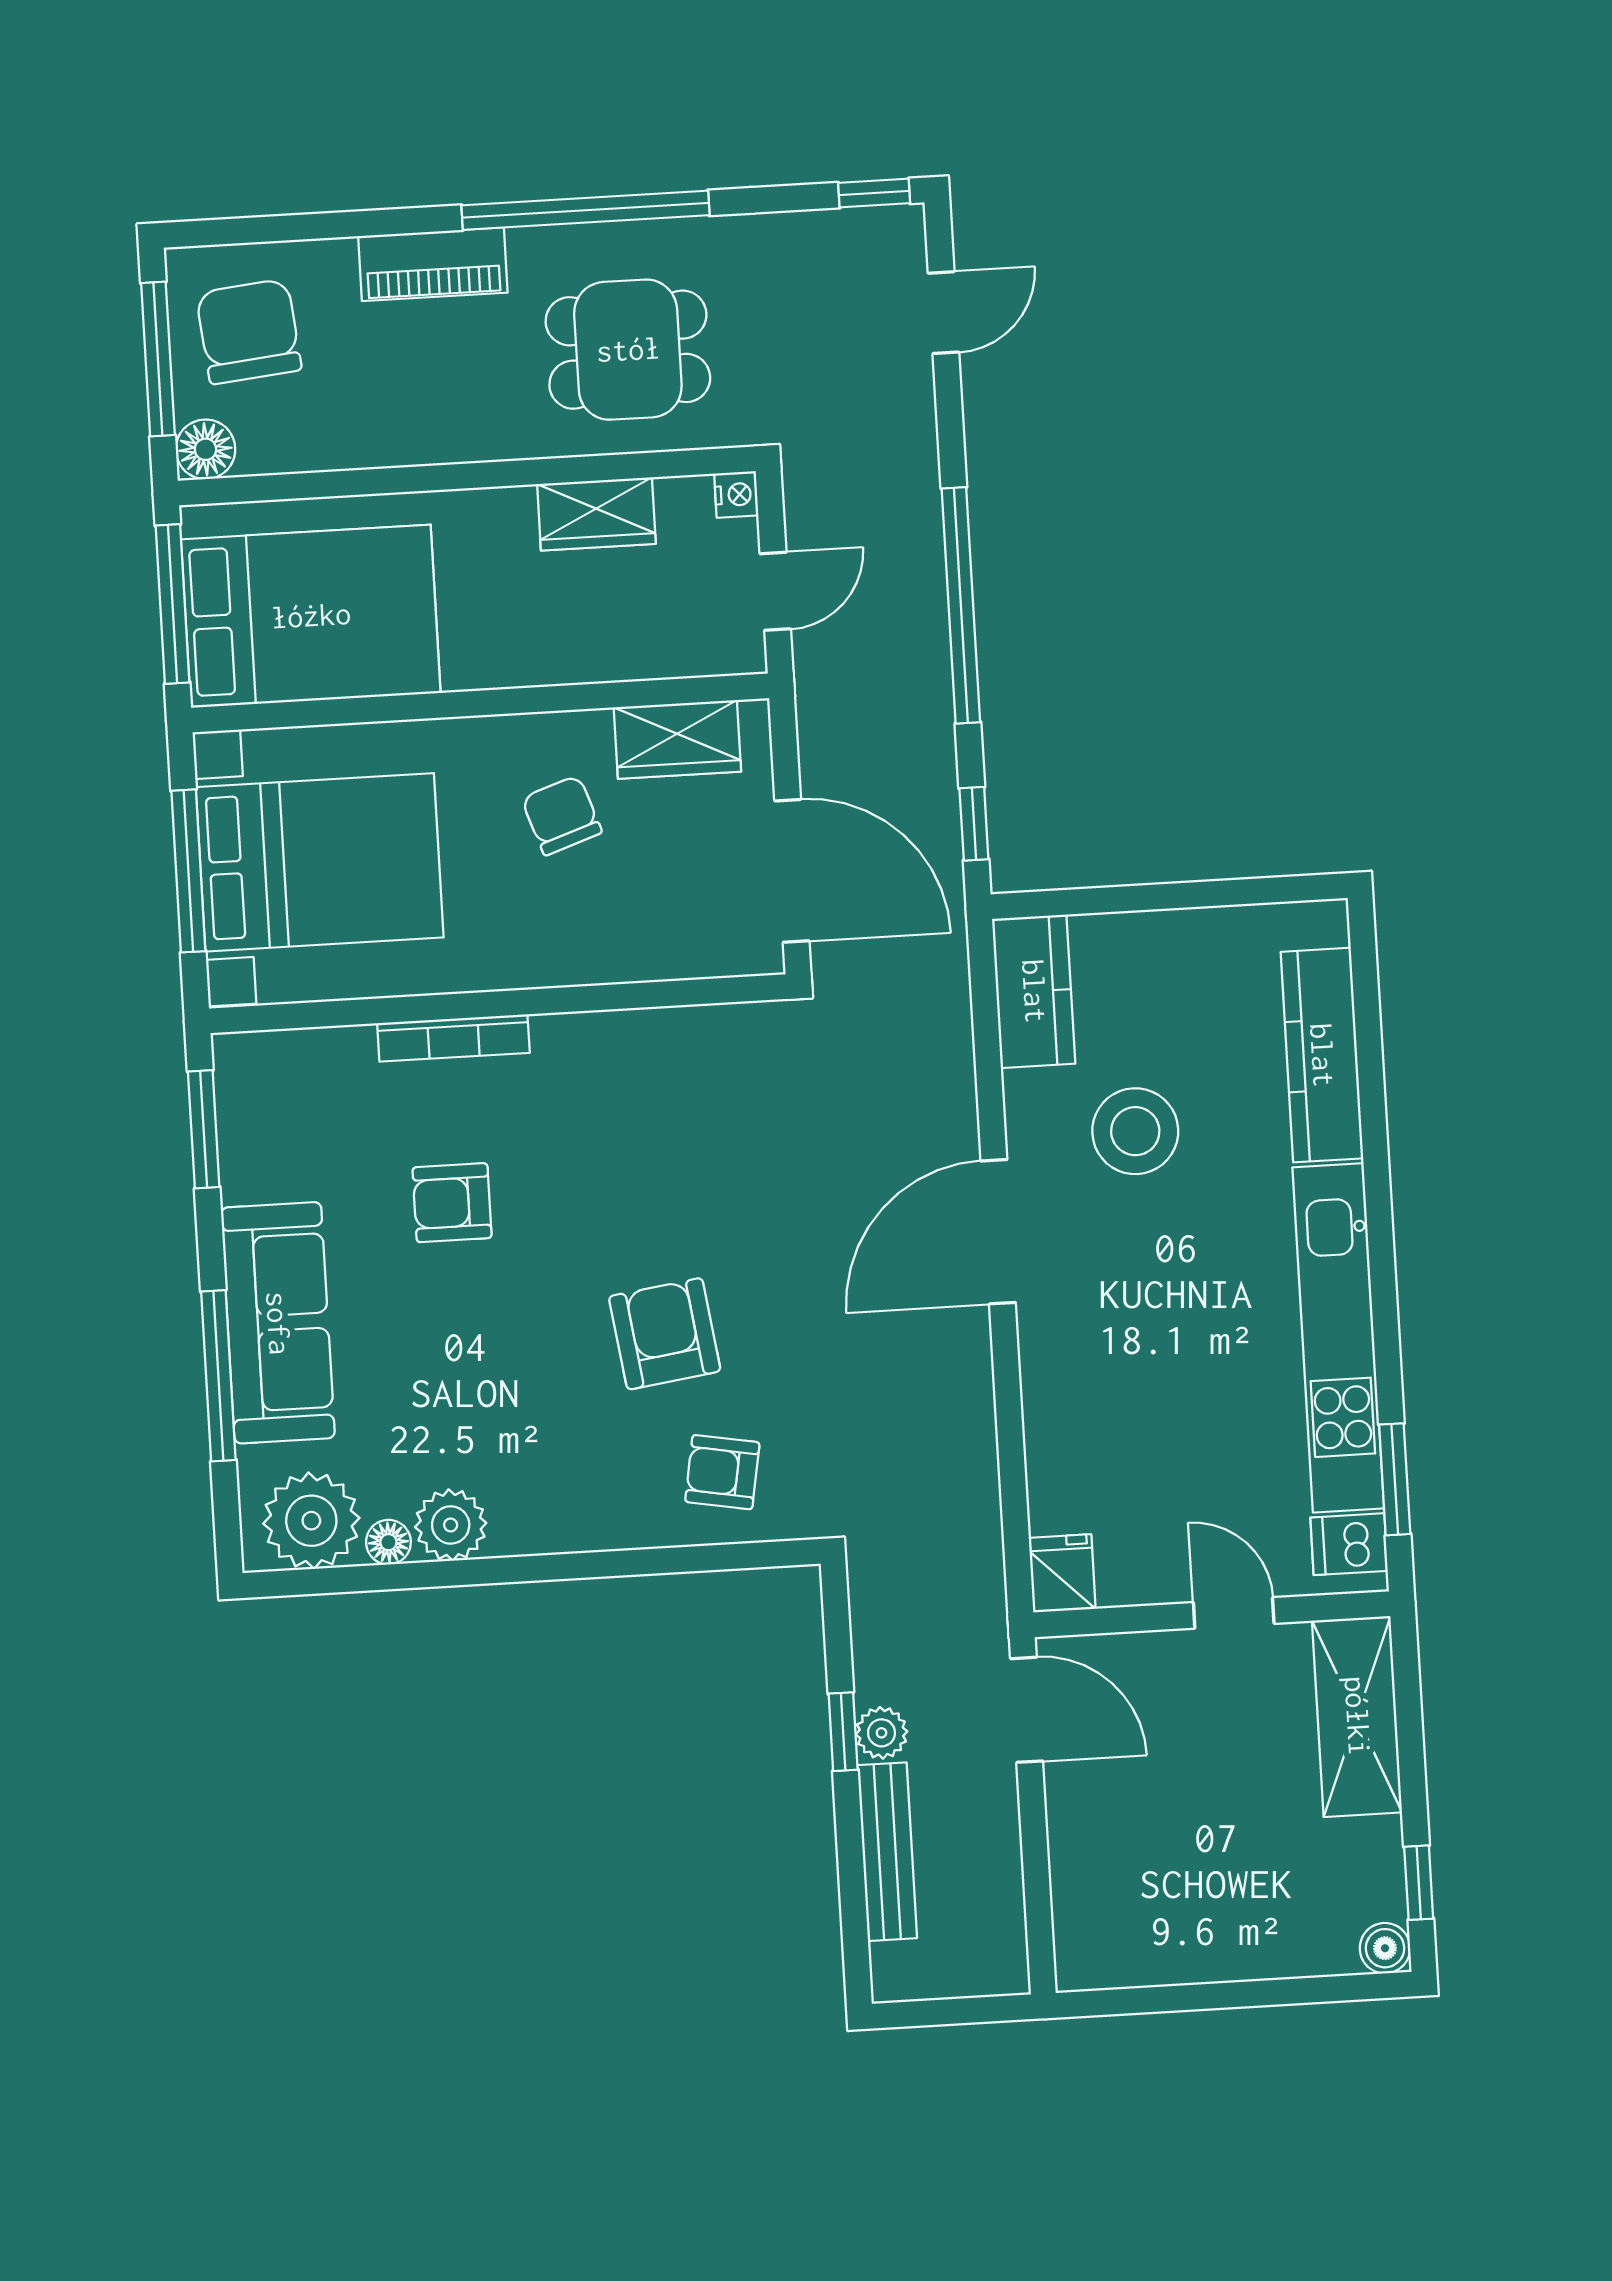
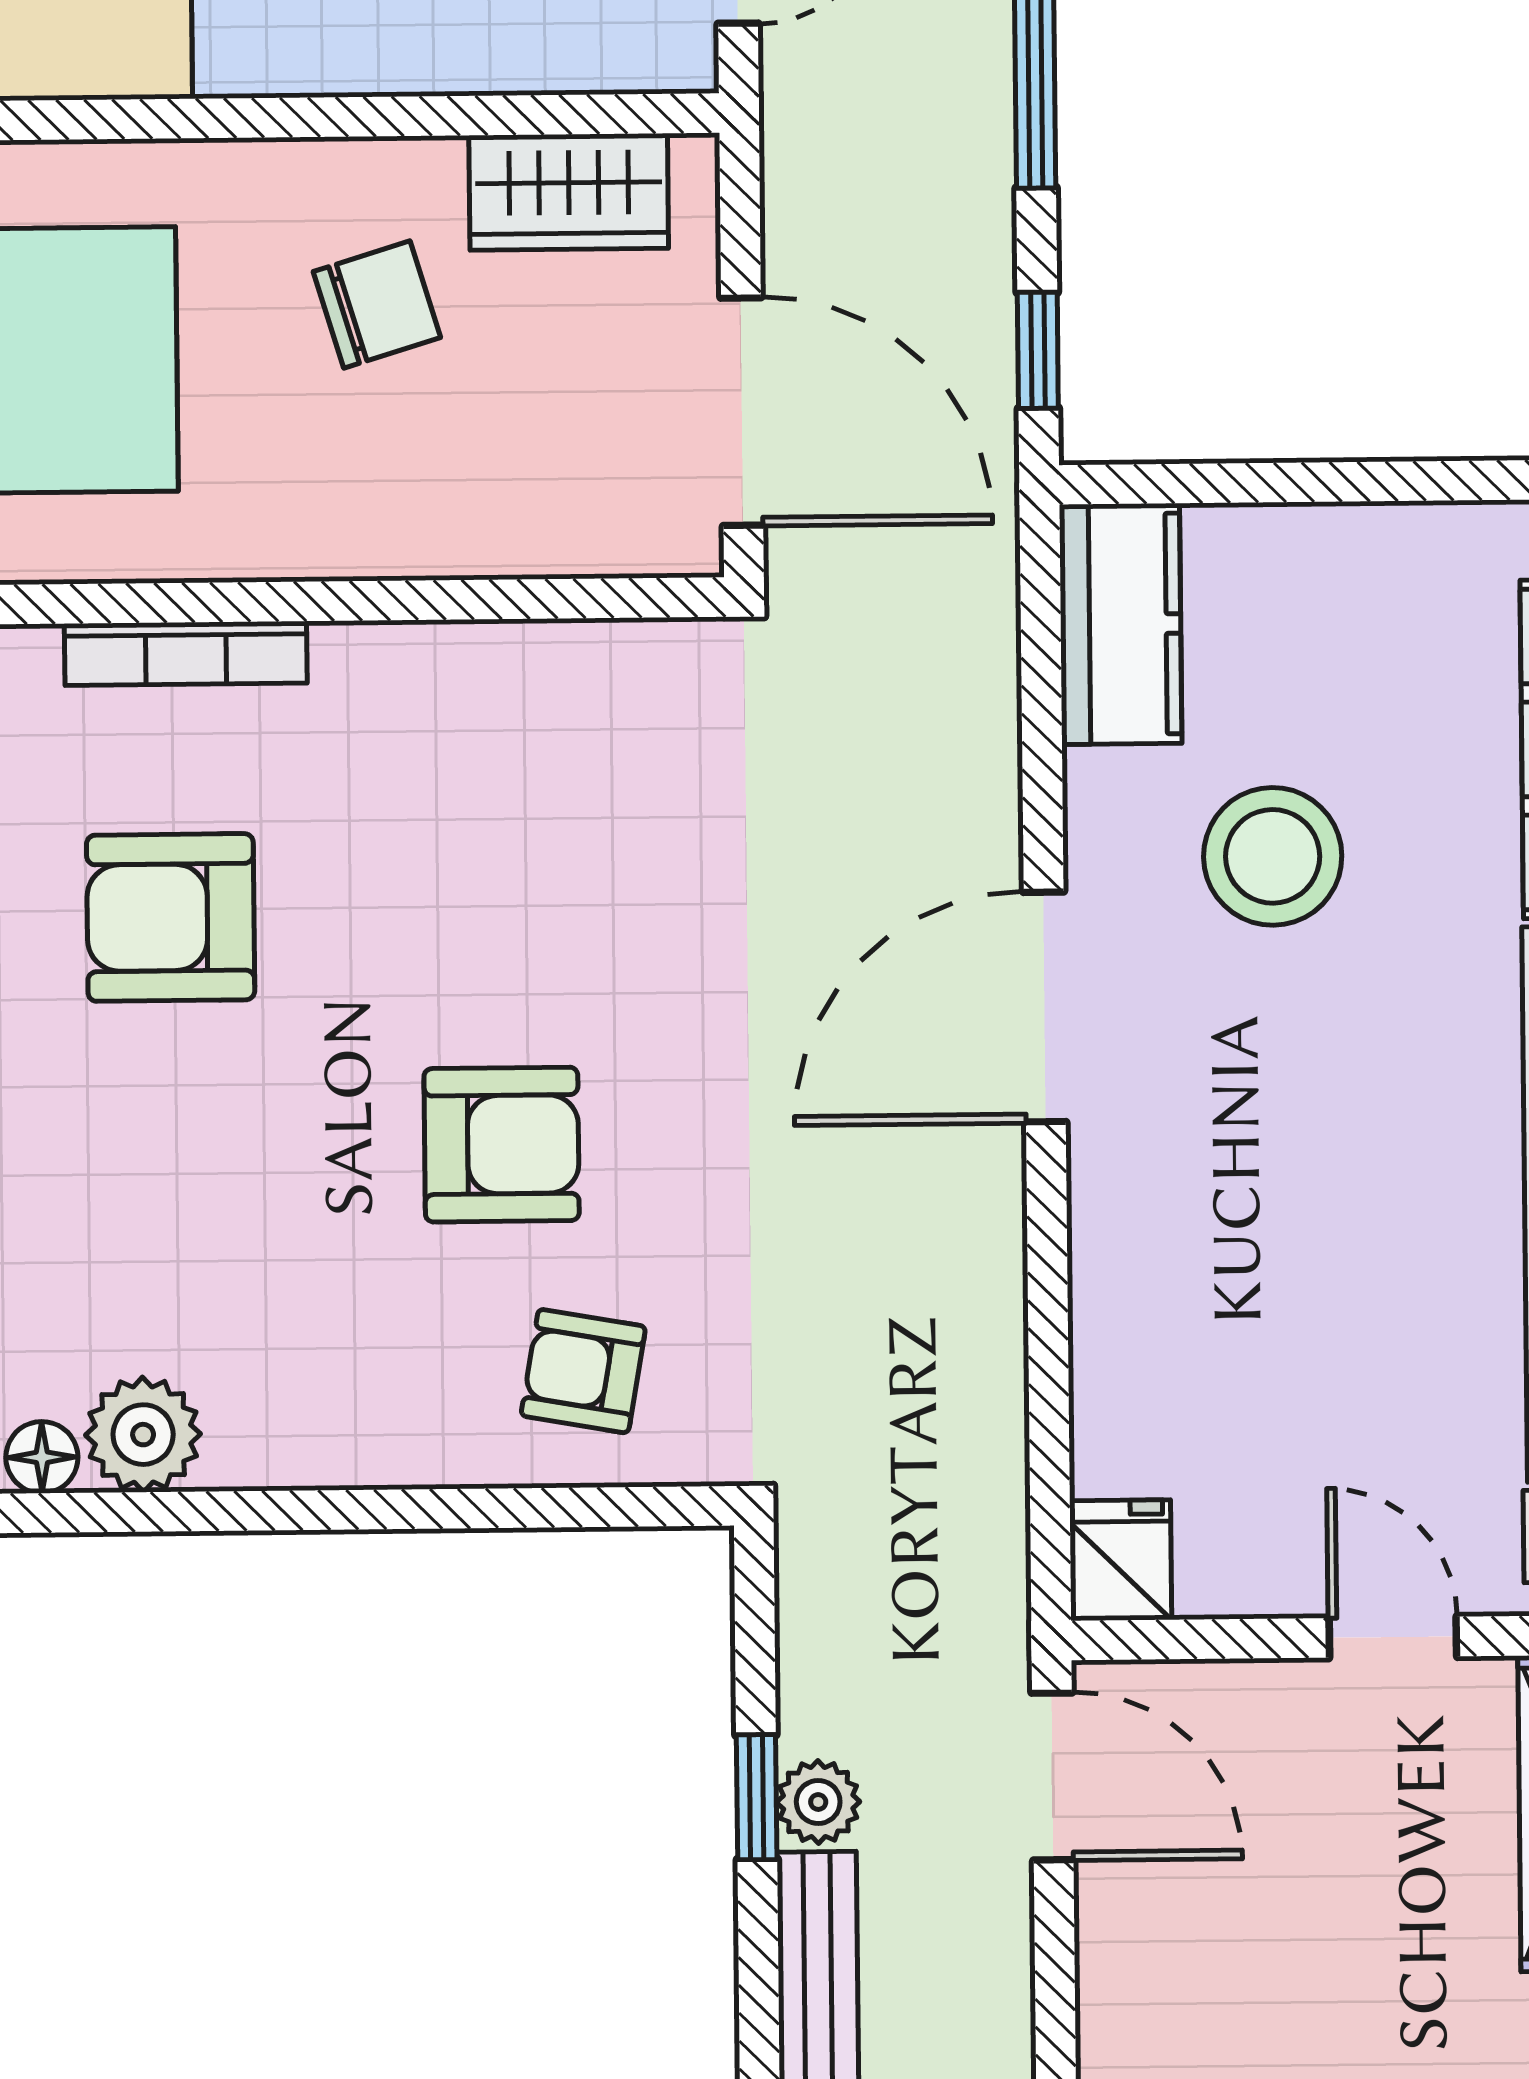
chair: (562, 815) -> (377, 304), turned 92
armchair: (452, 1203) -> (171, 917), width x1.38, depth x1.38
armchair: (665, 1334) -> (502, 1145), turned 98

